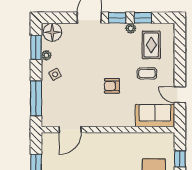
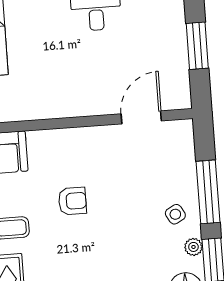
window: (36, 98) -> (208, 192), moved

